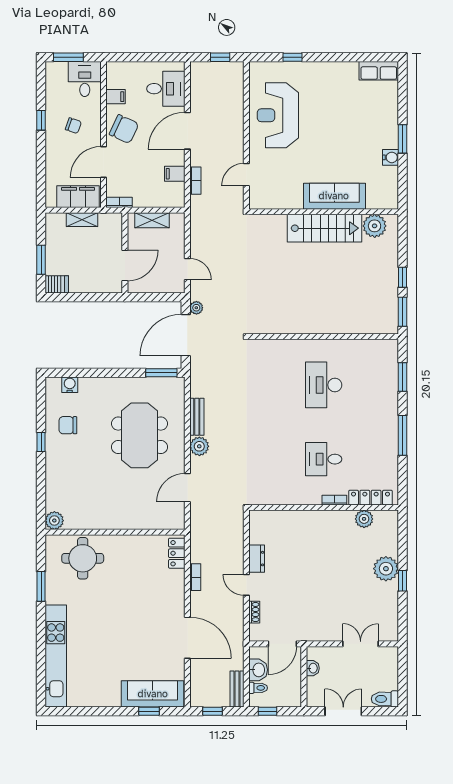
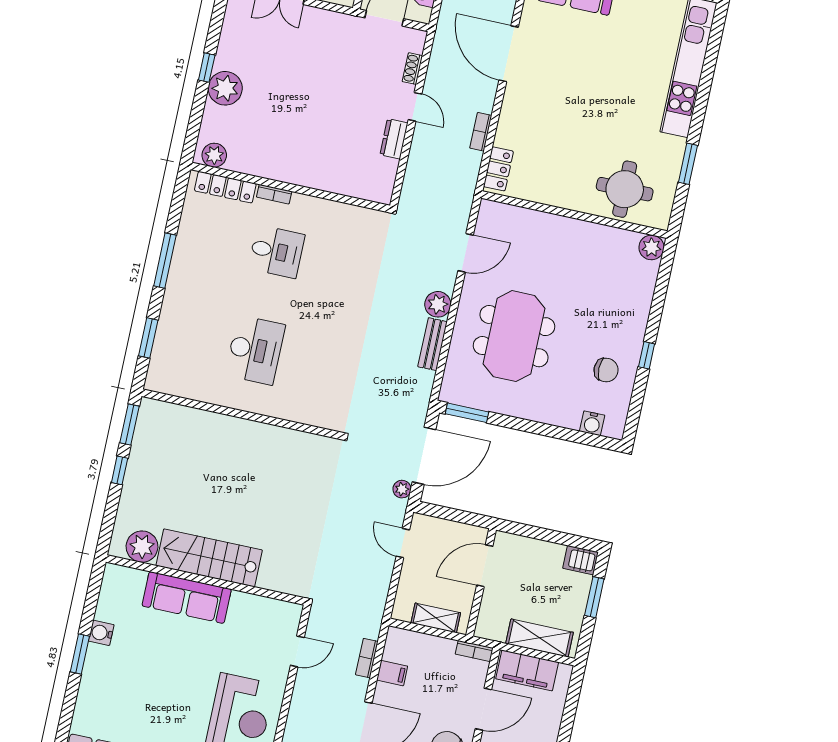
shelving: (82, 220) -> (540, 638), width x1.50, depth x1.33
plant: (364, 519) -> (214, 155), moved

